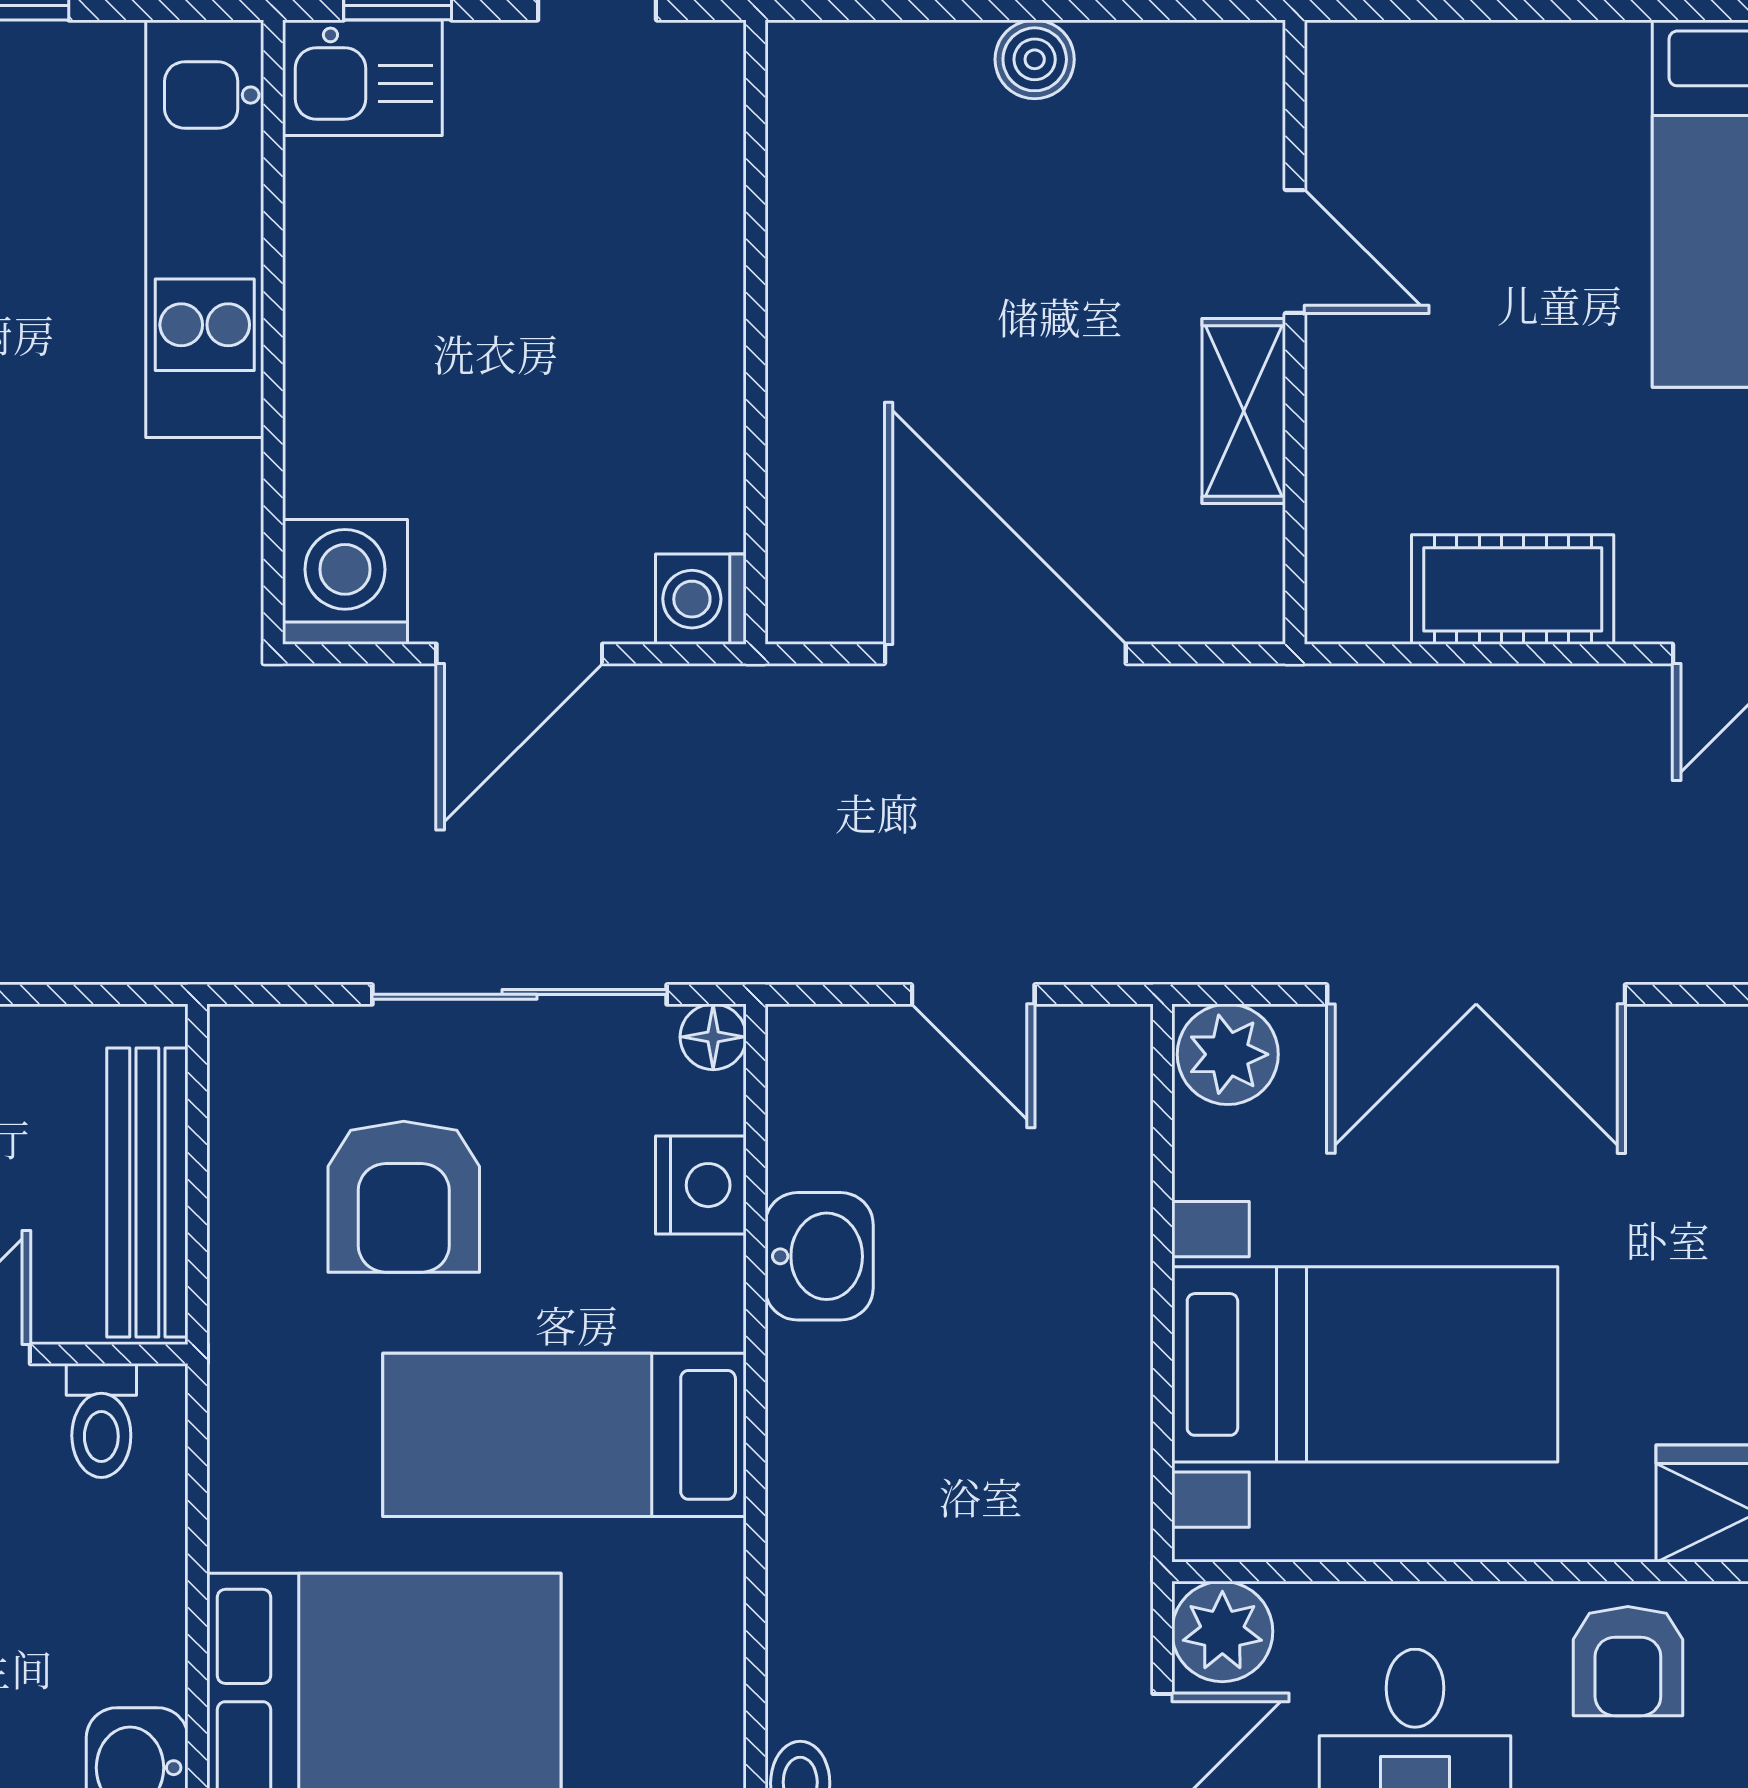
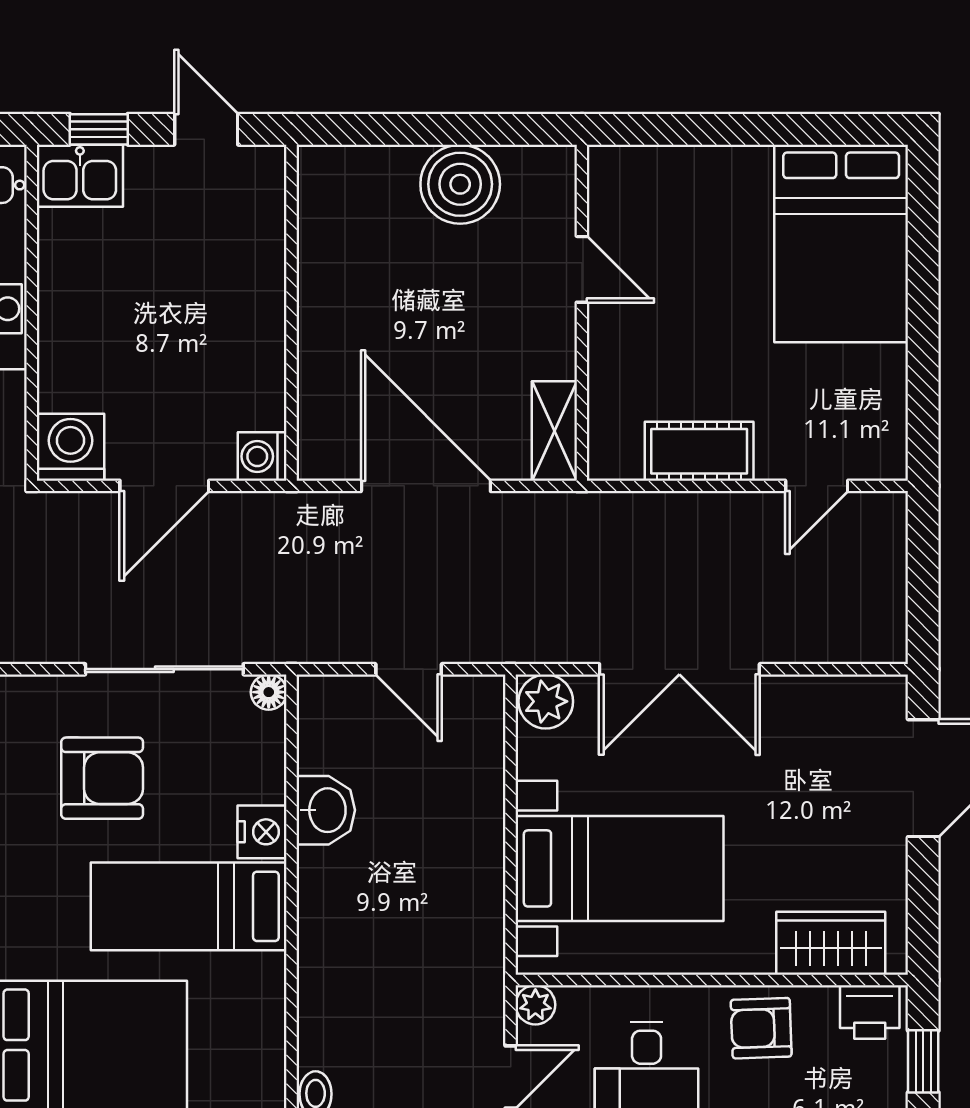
boiler: (1035, 59) -> (460, 184), width x1.86, depth x1.86
shelving: (1244, 411) -> (554, 431), moved
nightstand: (701, 1185) -> (262, 832), moved
armchair: (404, 1197) -> (102, 778), turned -90
plant: (1222, 1631) -> (535, 1005), width x0.73, depth x0.73
armchair: (1628, 1661) -> (761, 1028), turned 88

